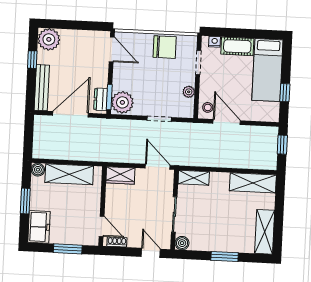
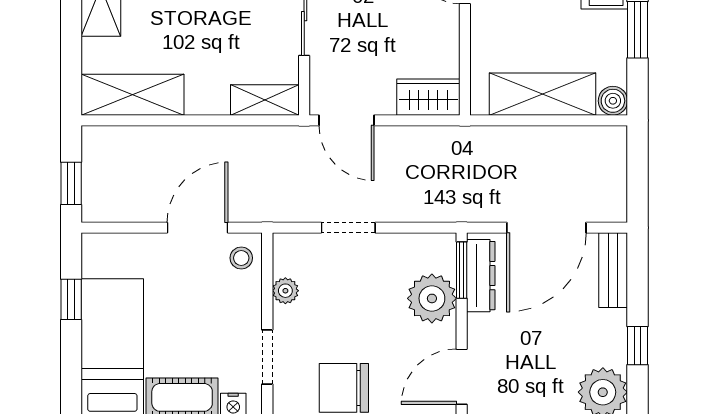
door: (112, 49) -> (462, 377), hinge flipped
bench: (42, 88) -> (613, 270), width x0.73
dresser: (101, 99) -> (481, 276), width x1.44
plant: (122, 102) -> (432, 298), moved
door: (227, 122) -> (198, 228), swing flipped

